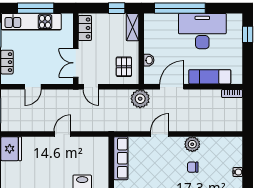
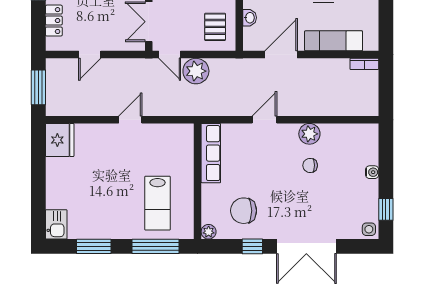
plant: (140, 99) -> (196, 71), moved

